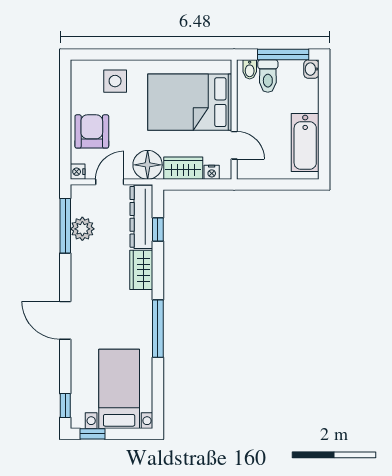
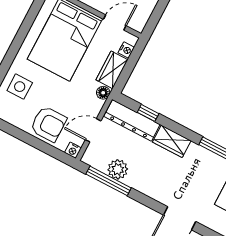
armchair: (92, 131) -> (48, 124), turned 180
floor lamp: (148, 165) -> (103, 93), width x0.53, depth x0.53
door: (110, 182) -> (93, 130), hinge flipped

